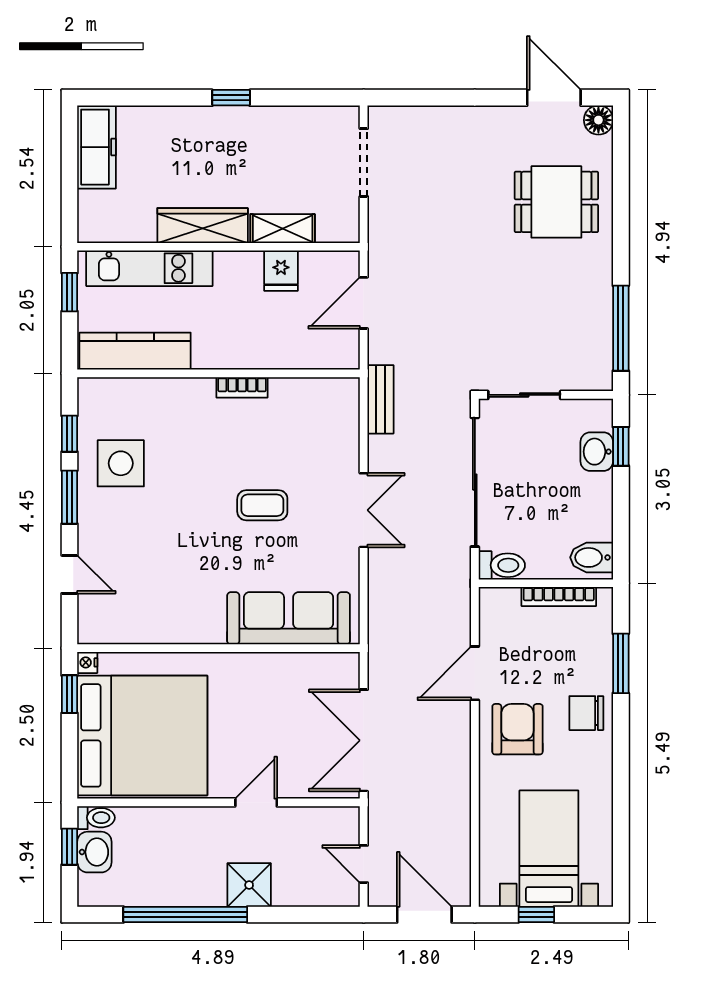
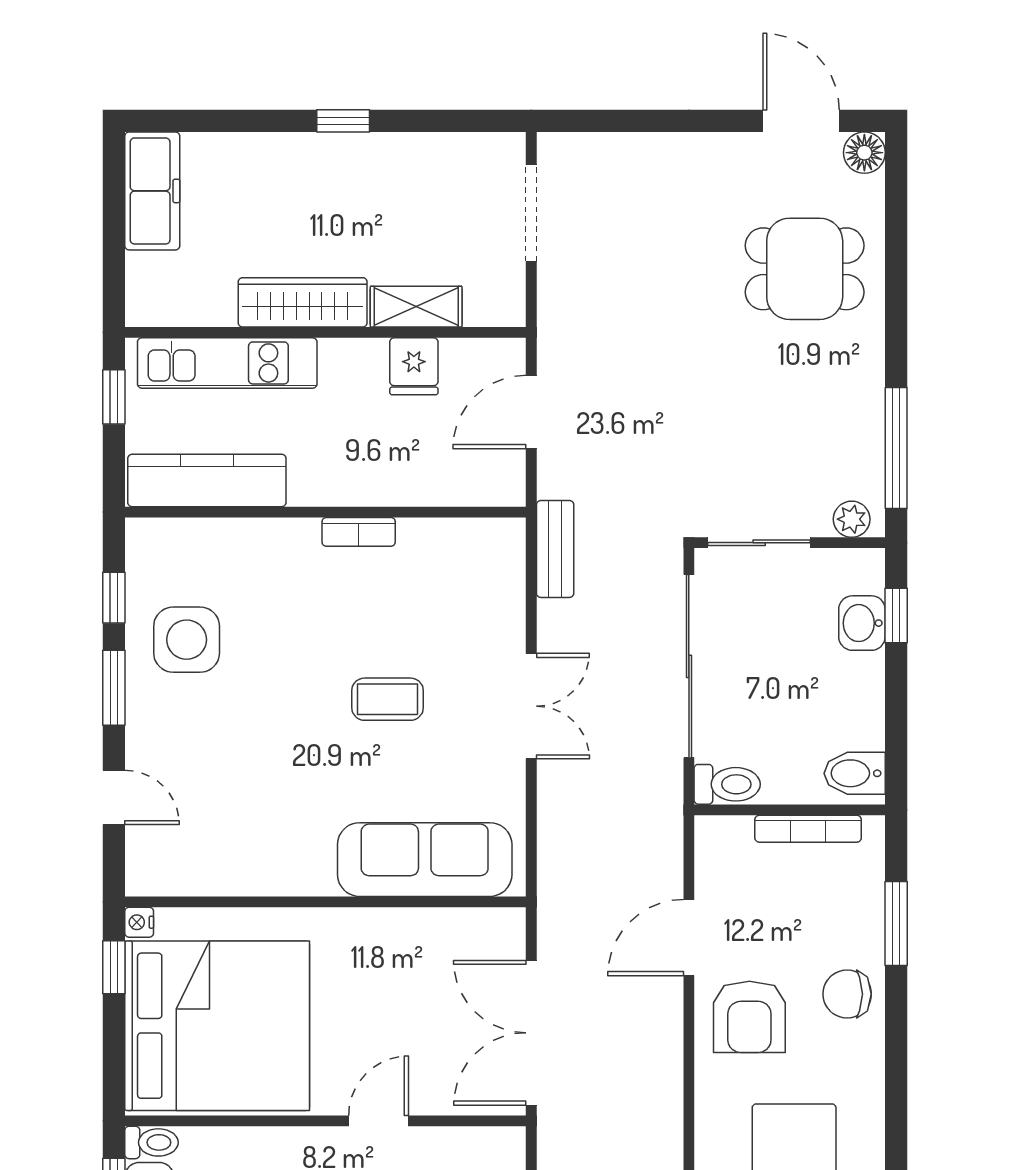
plant: (590, 378) -> (852, 519), added
armchair: (517, 729) -> (749, 1017), turned 180

